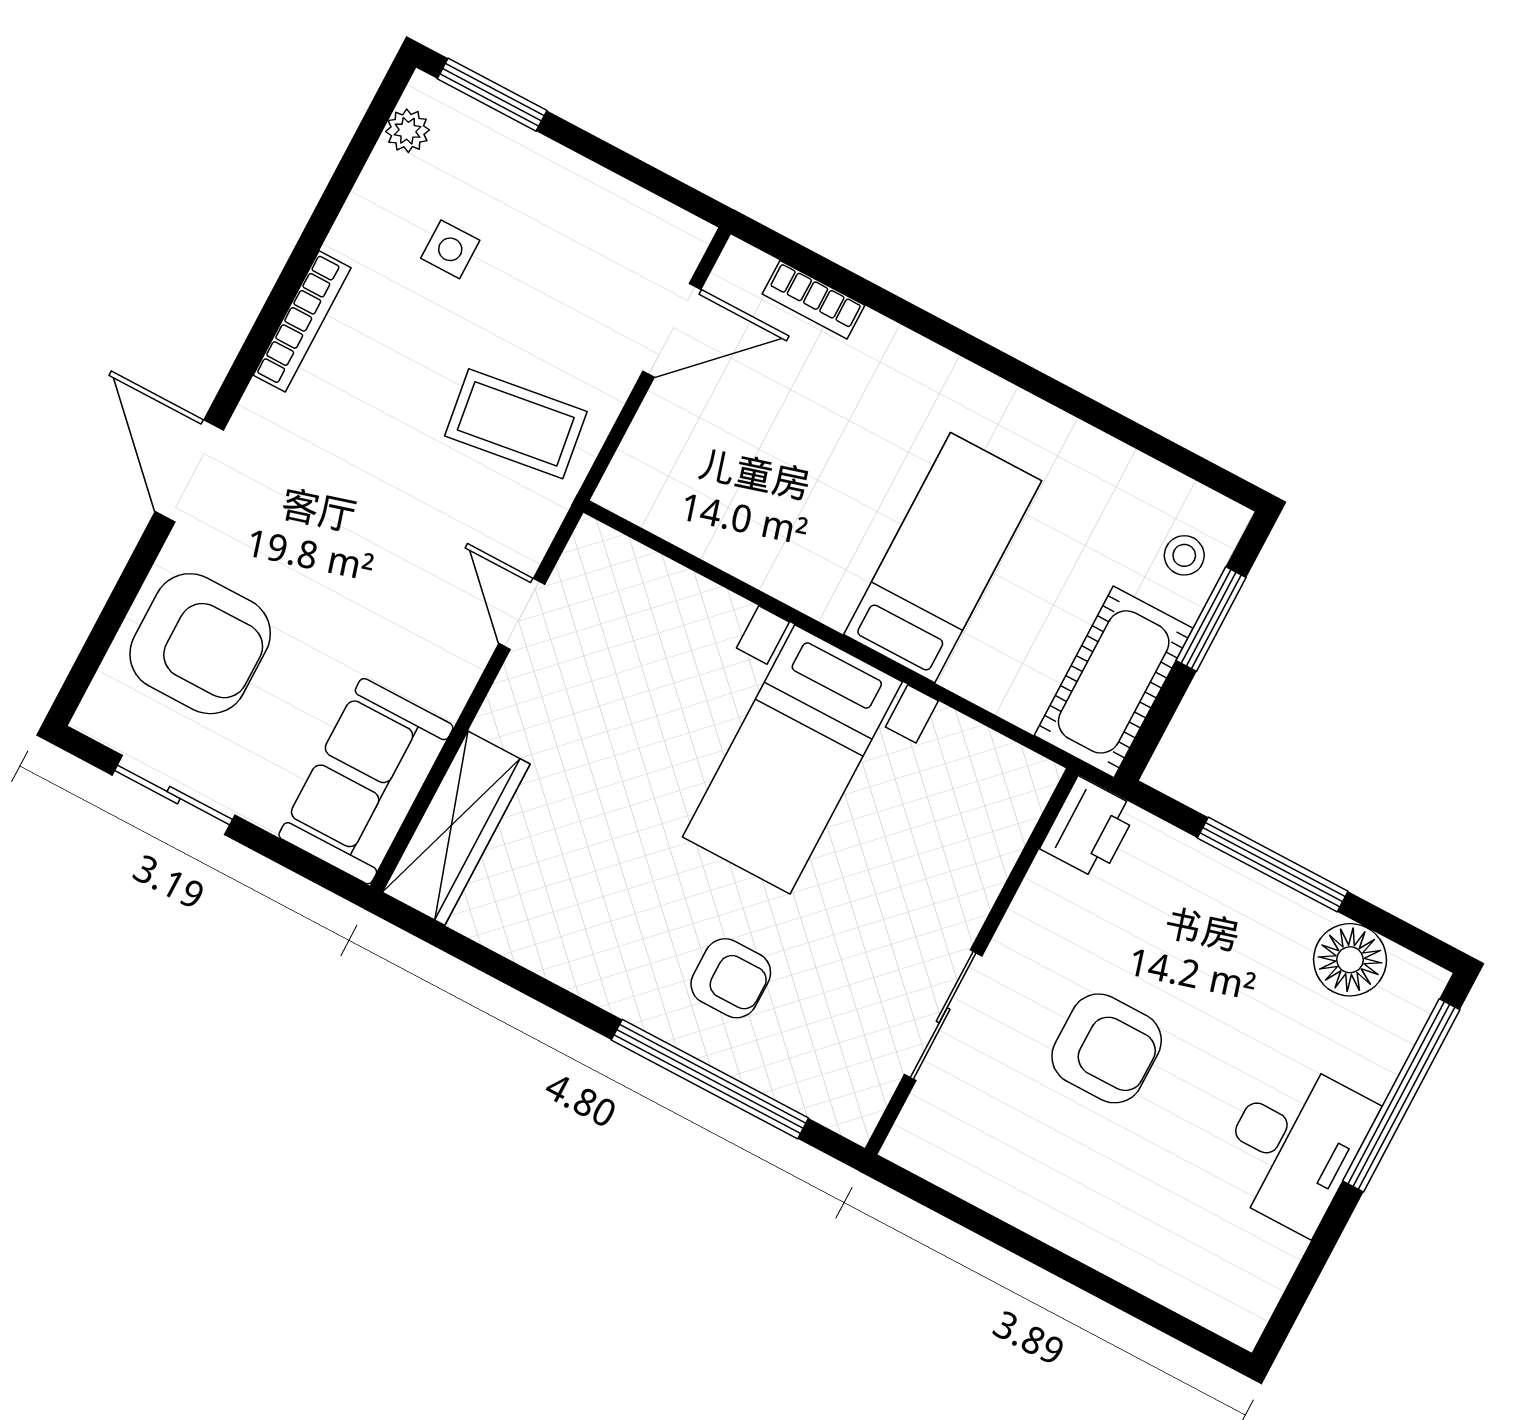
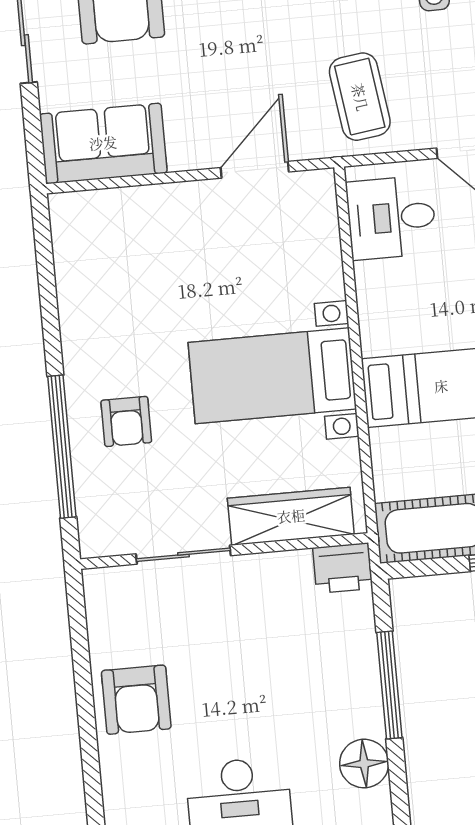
desk: (692, 483) -> (391, 218), added
door: (522, 614) -> (255, 170), width x1.38
wardrobe: (456, 828) -> (291, 516), moved, turned 180
armchair: (1107, 1048) -> (136, 700), moved

